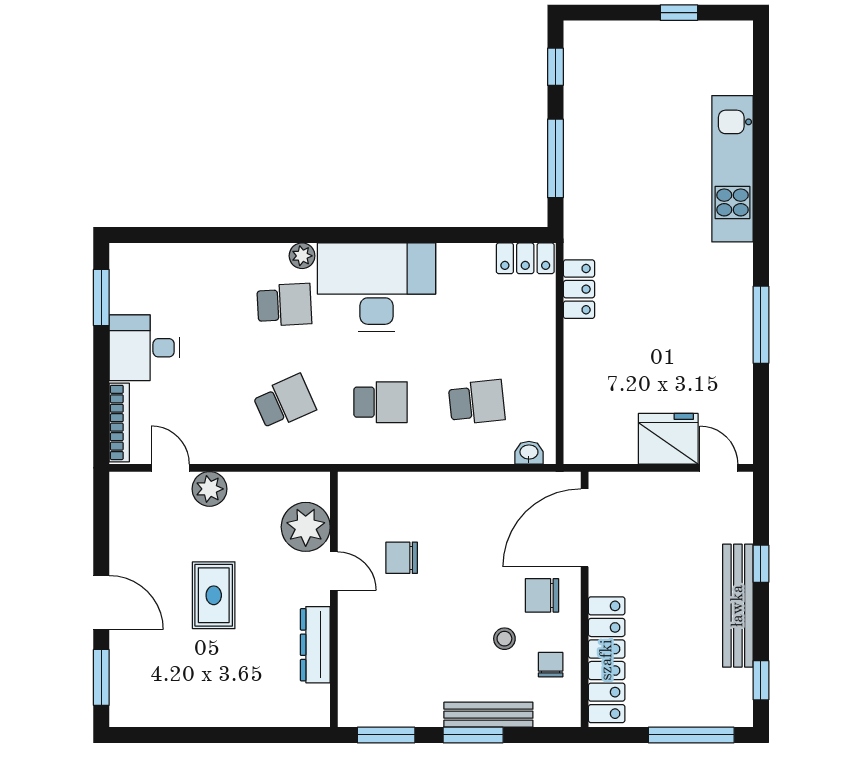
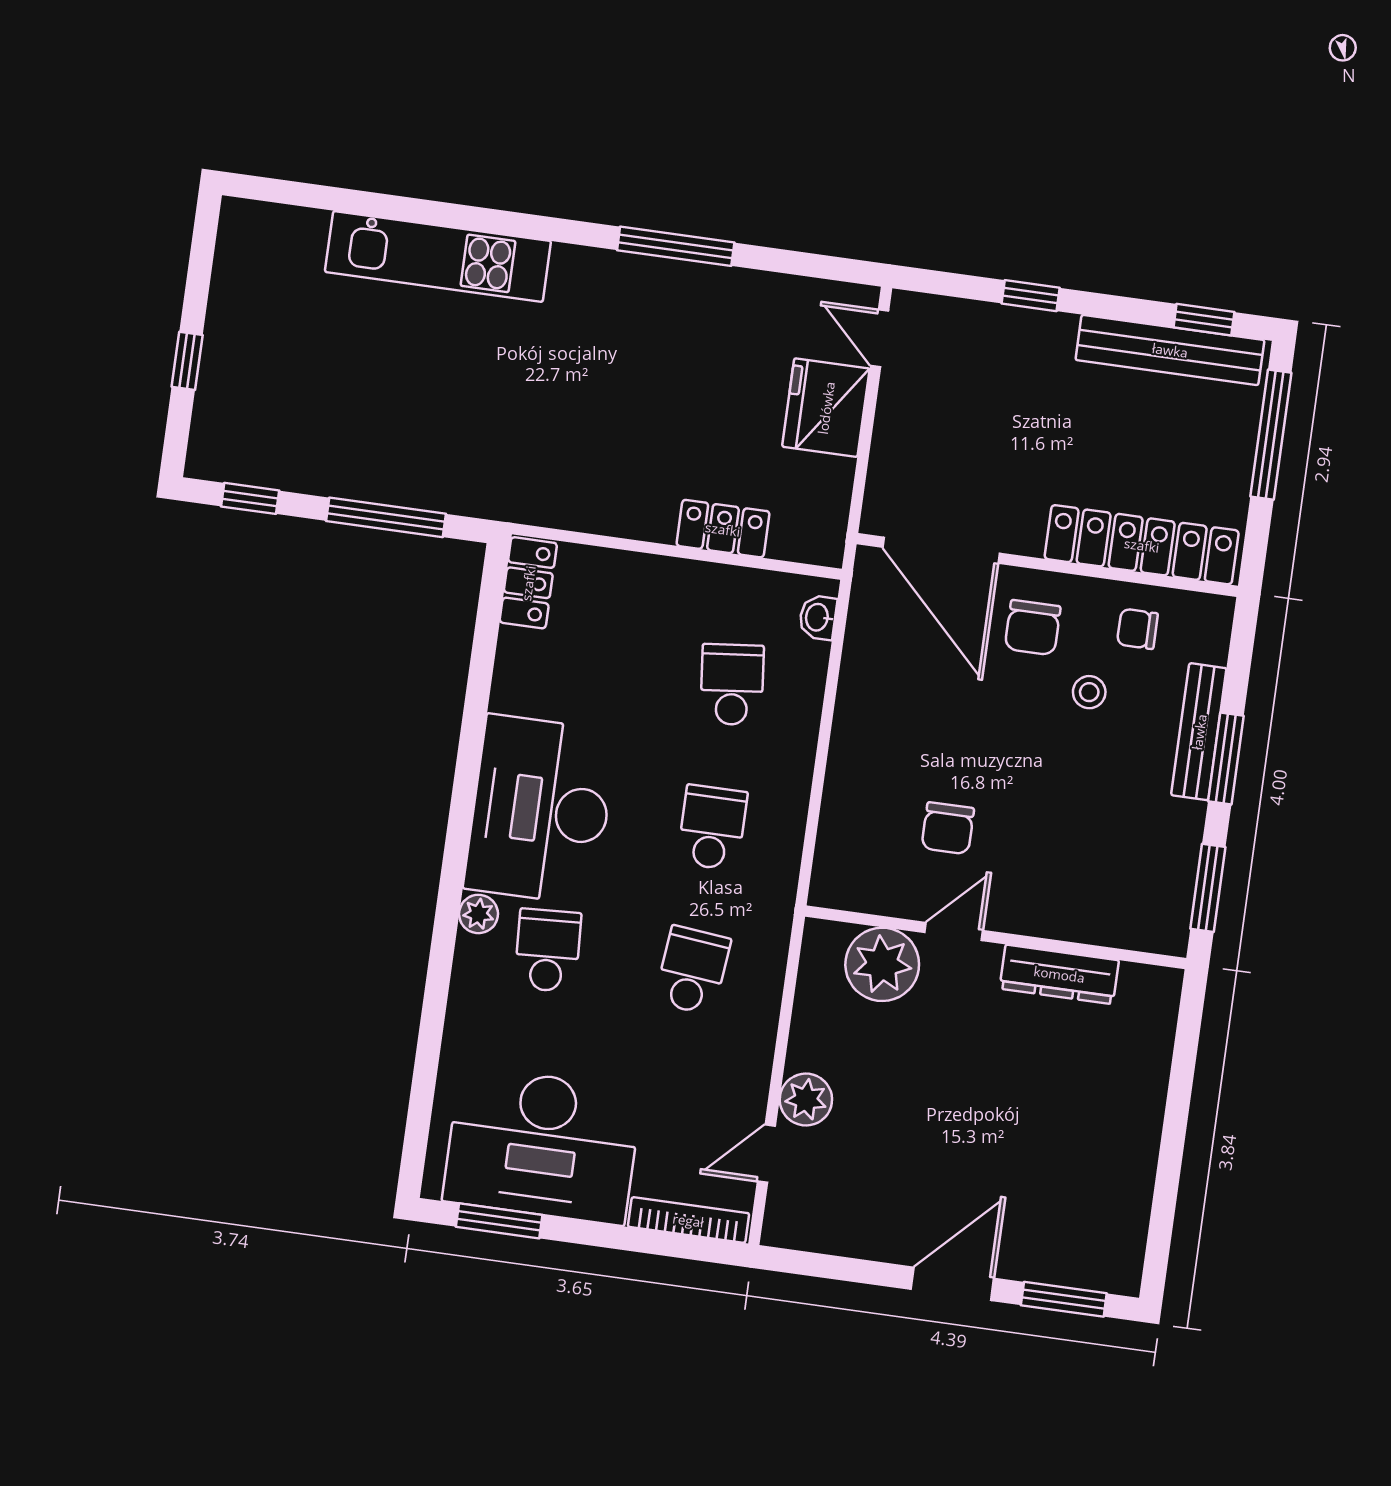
window: (679, 13) -> (187, 361), moved
locker: (579, 289) -> (723, 529), moved
desk: (144, 348) -> (542, 1145), width x1.87, depth x1.30
school desk: (284, 402) -> (692, 970), turned 30
door: (719, 468) -> (880, 338), hinge flipped
rug: (214, 595) -> (965, 1115), removed
bench: (738, 606) -> (1170, 350), moved

